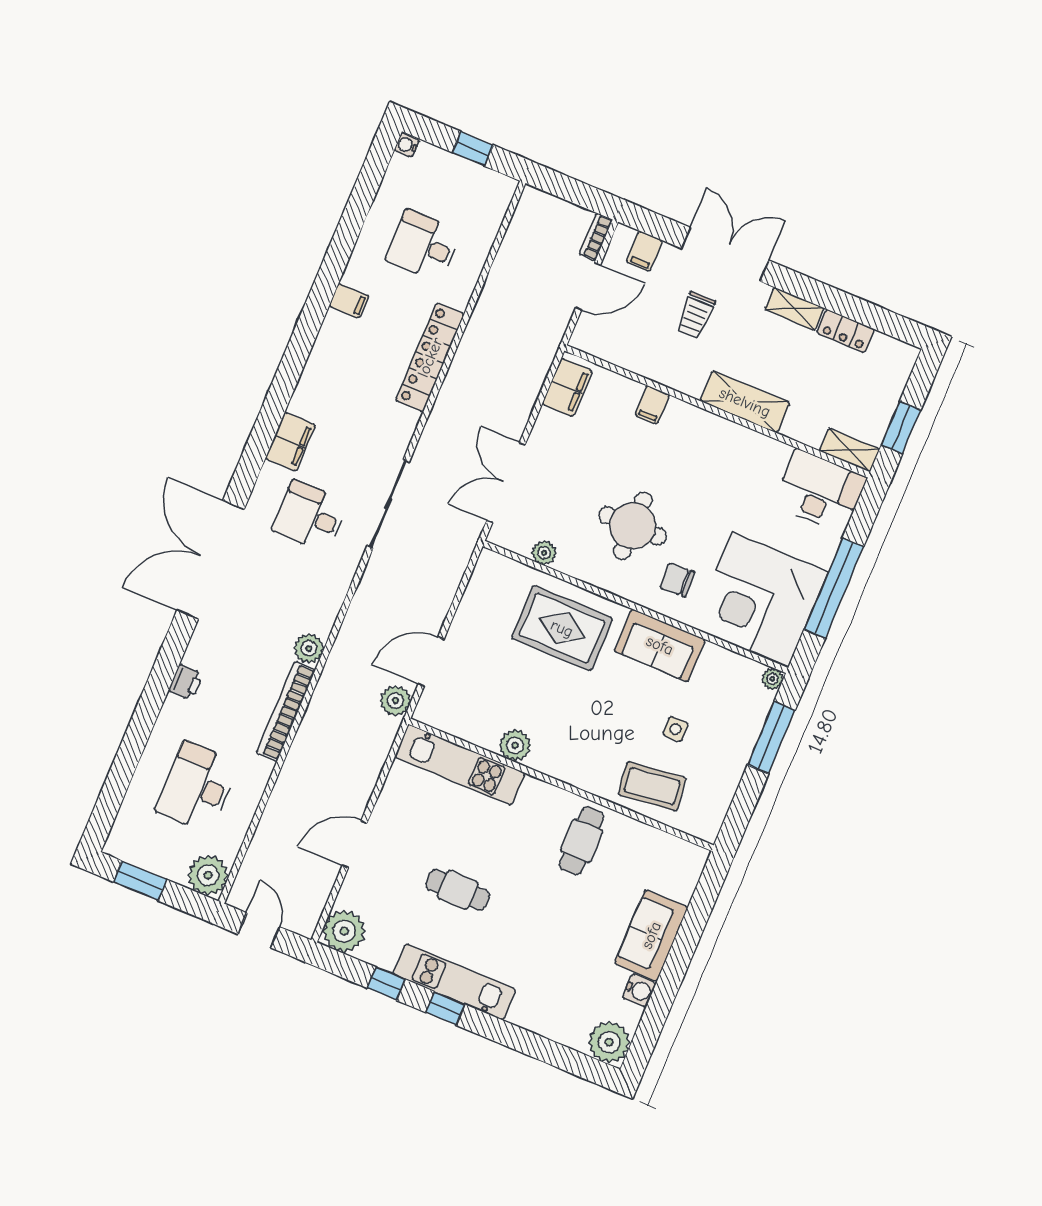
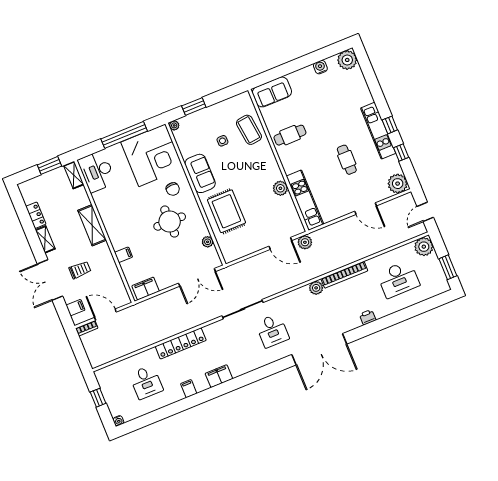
filing cabinet: (290, 442) -> (219, 376), moved
window: (771, 737) -> (194, 107), width x0.69
sofa: (651, 935) -> (272, 92), moved

